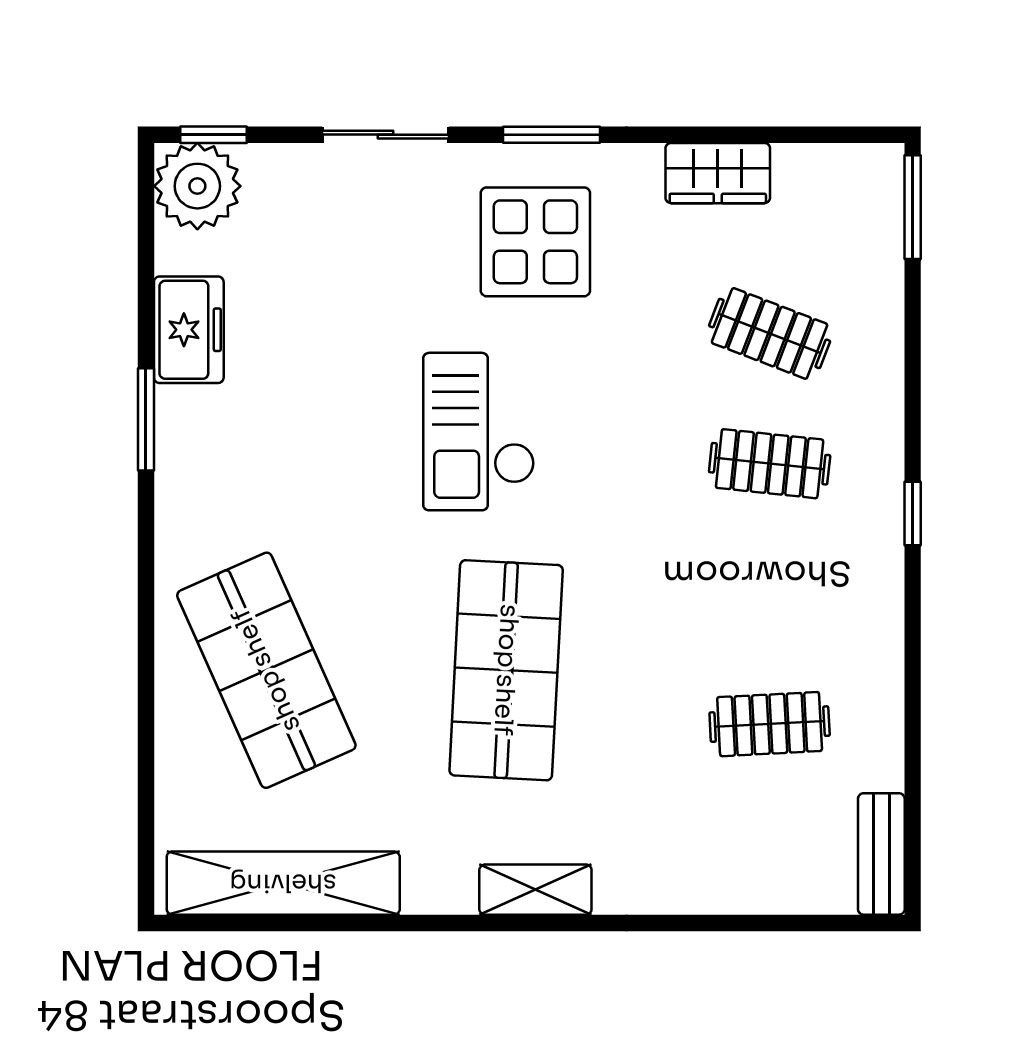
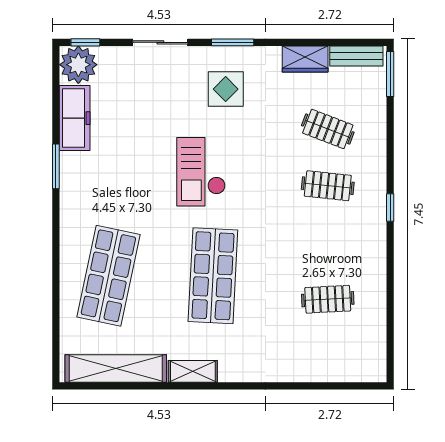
display table: (535, 242) -> (226, 89), width x0.73, depth x0.73
freezer: (189, 330) -> (75, 118), width x1.40
shop shelf: (266, 670) -> (108, 276), turned 36
bench: (881, 854) -> (356, 56), moved, turned 90
shelving: (535, 890) -> (193, 371), moved

